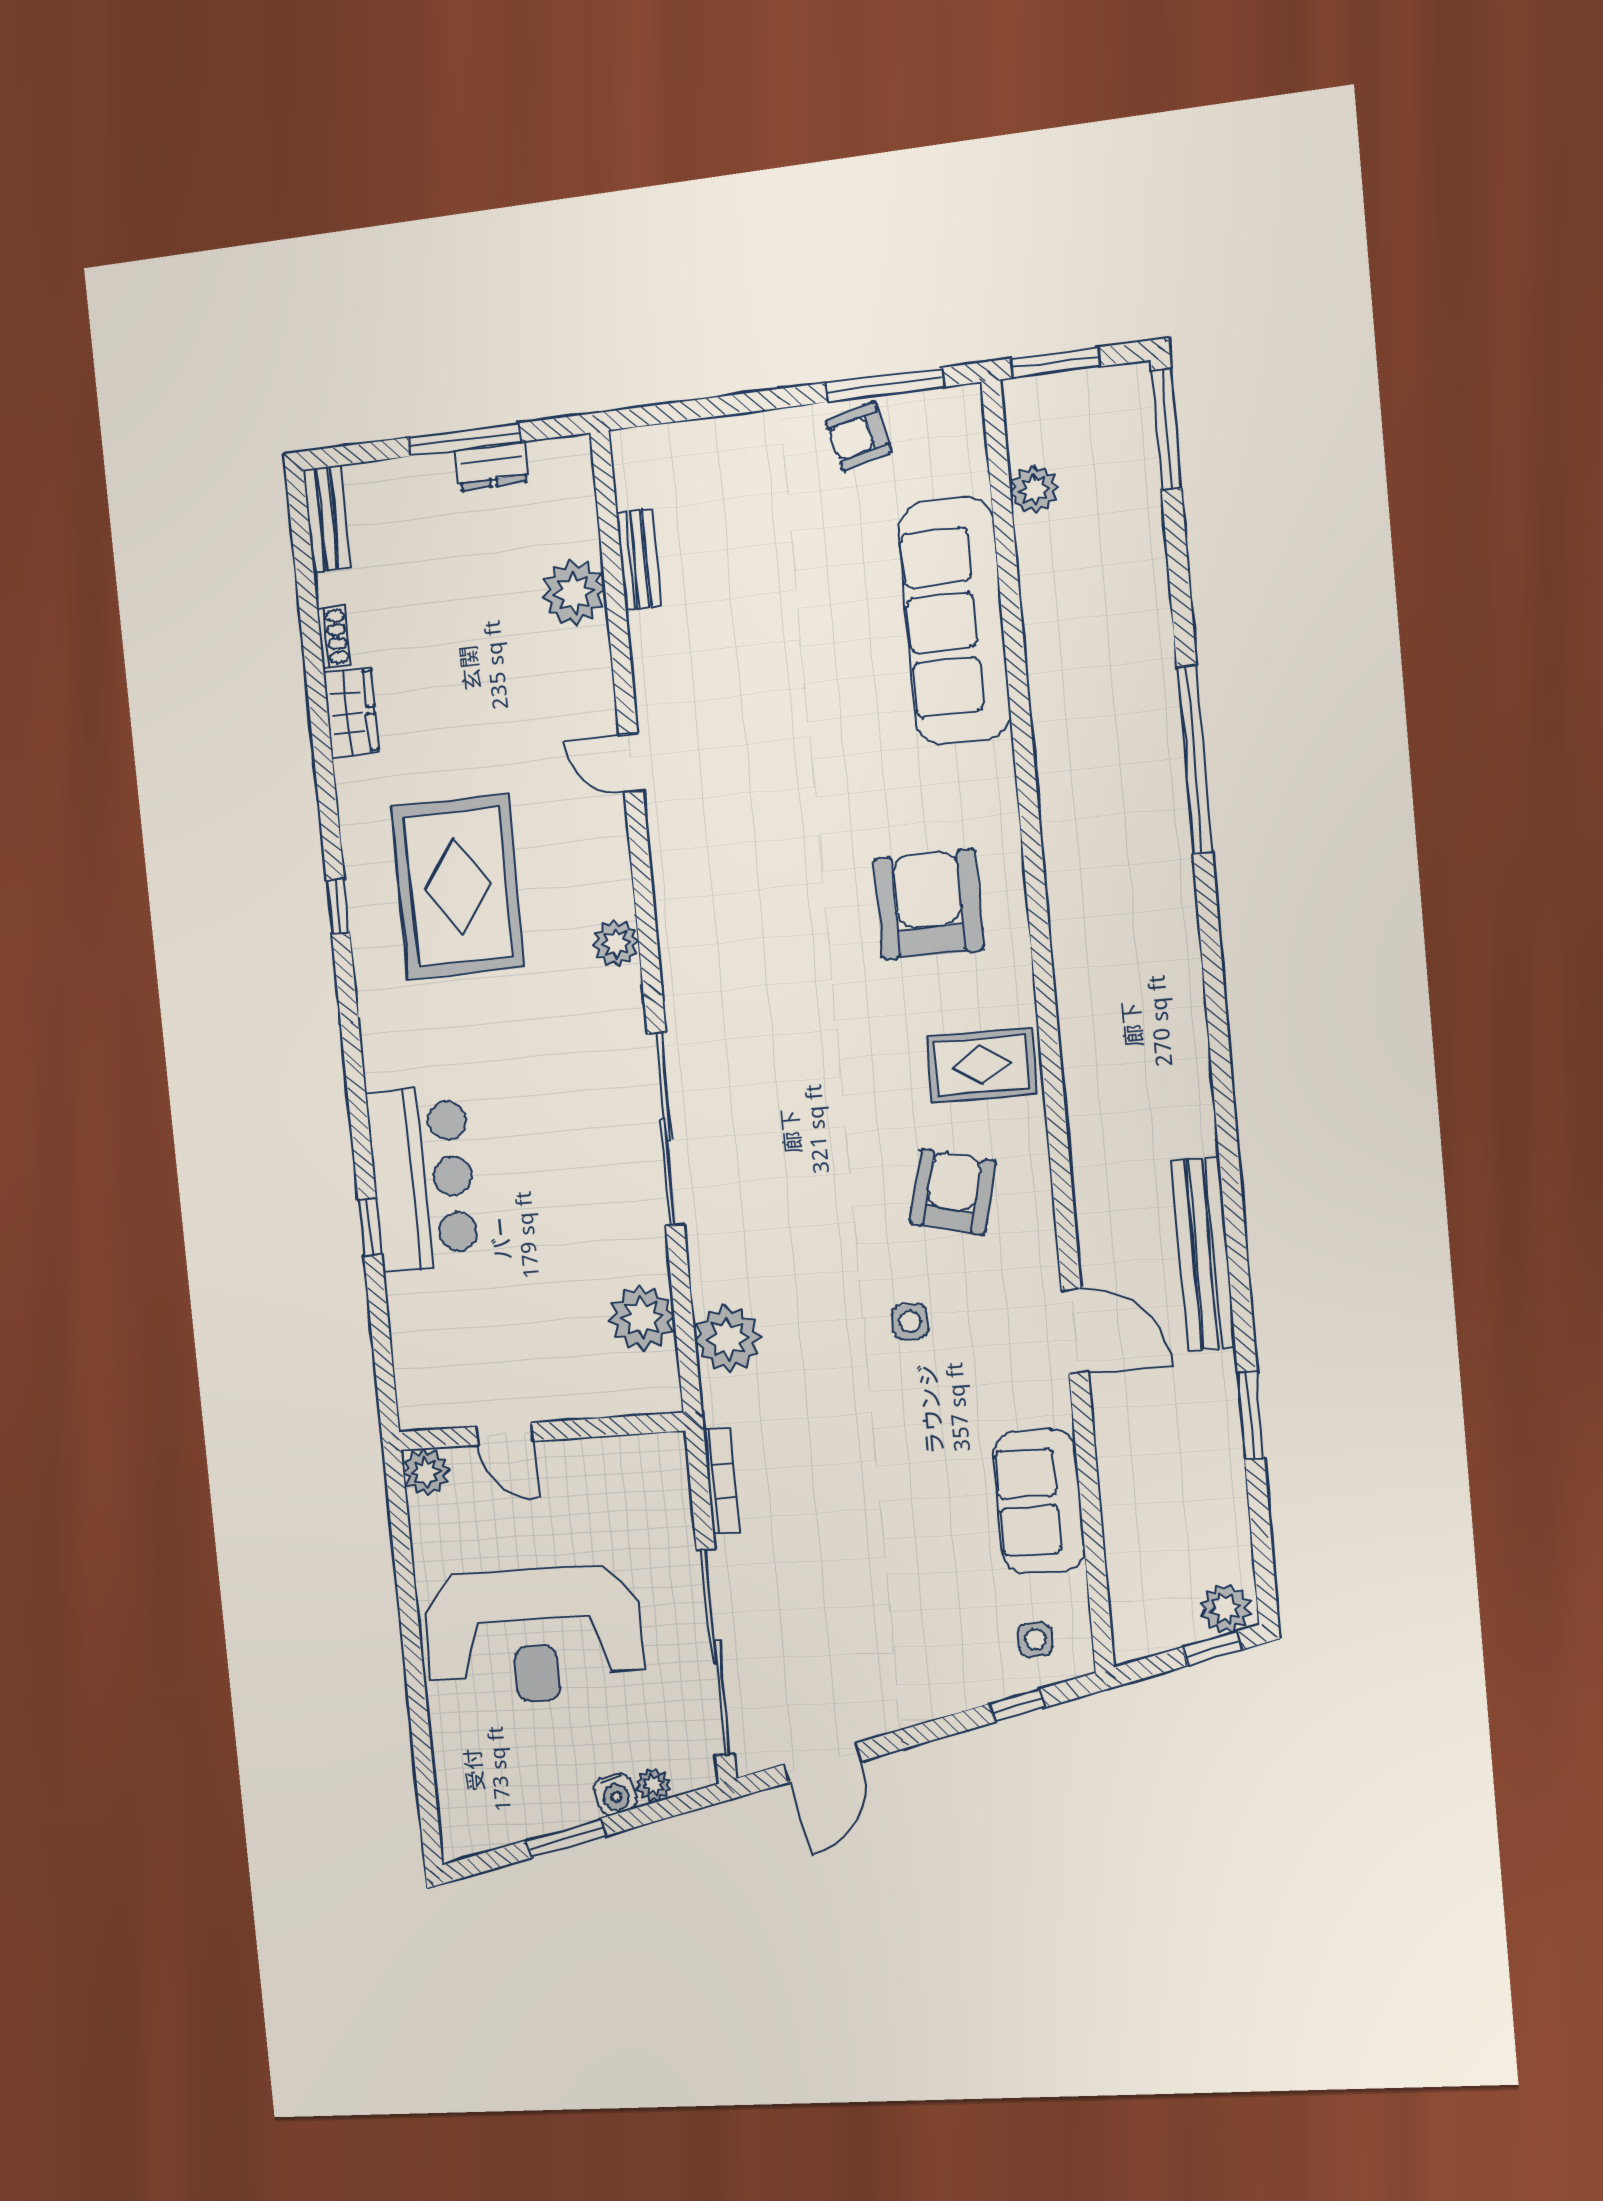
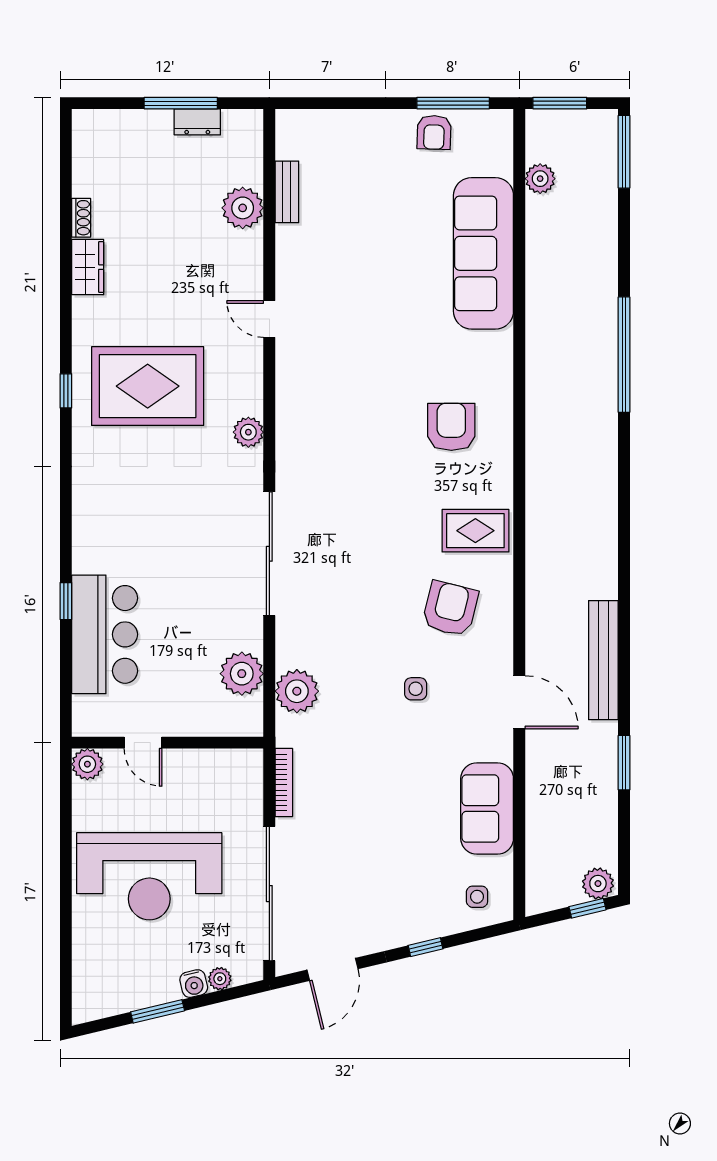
armchair: (859, 436) -> (434, 132), turned -74
bench: (327, 519) -> (84, 142), removed
rug: (458, 887) -> (148, 386), turned 90
armchair: (928, 904) -> (451, 427), width x0.73, depth x0.73
bar counter: (422, 1179) -> (105, 634), moved
window: (1017, 1706) -> (425, 947), moved

